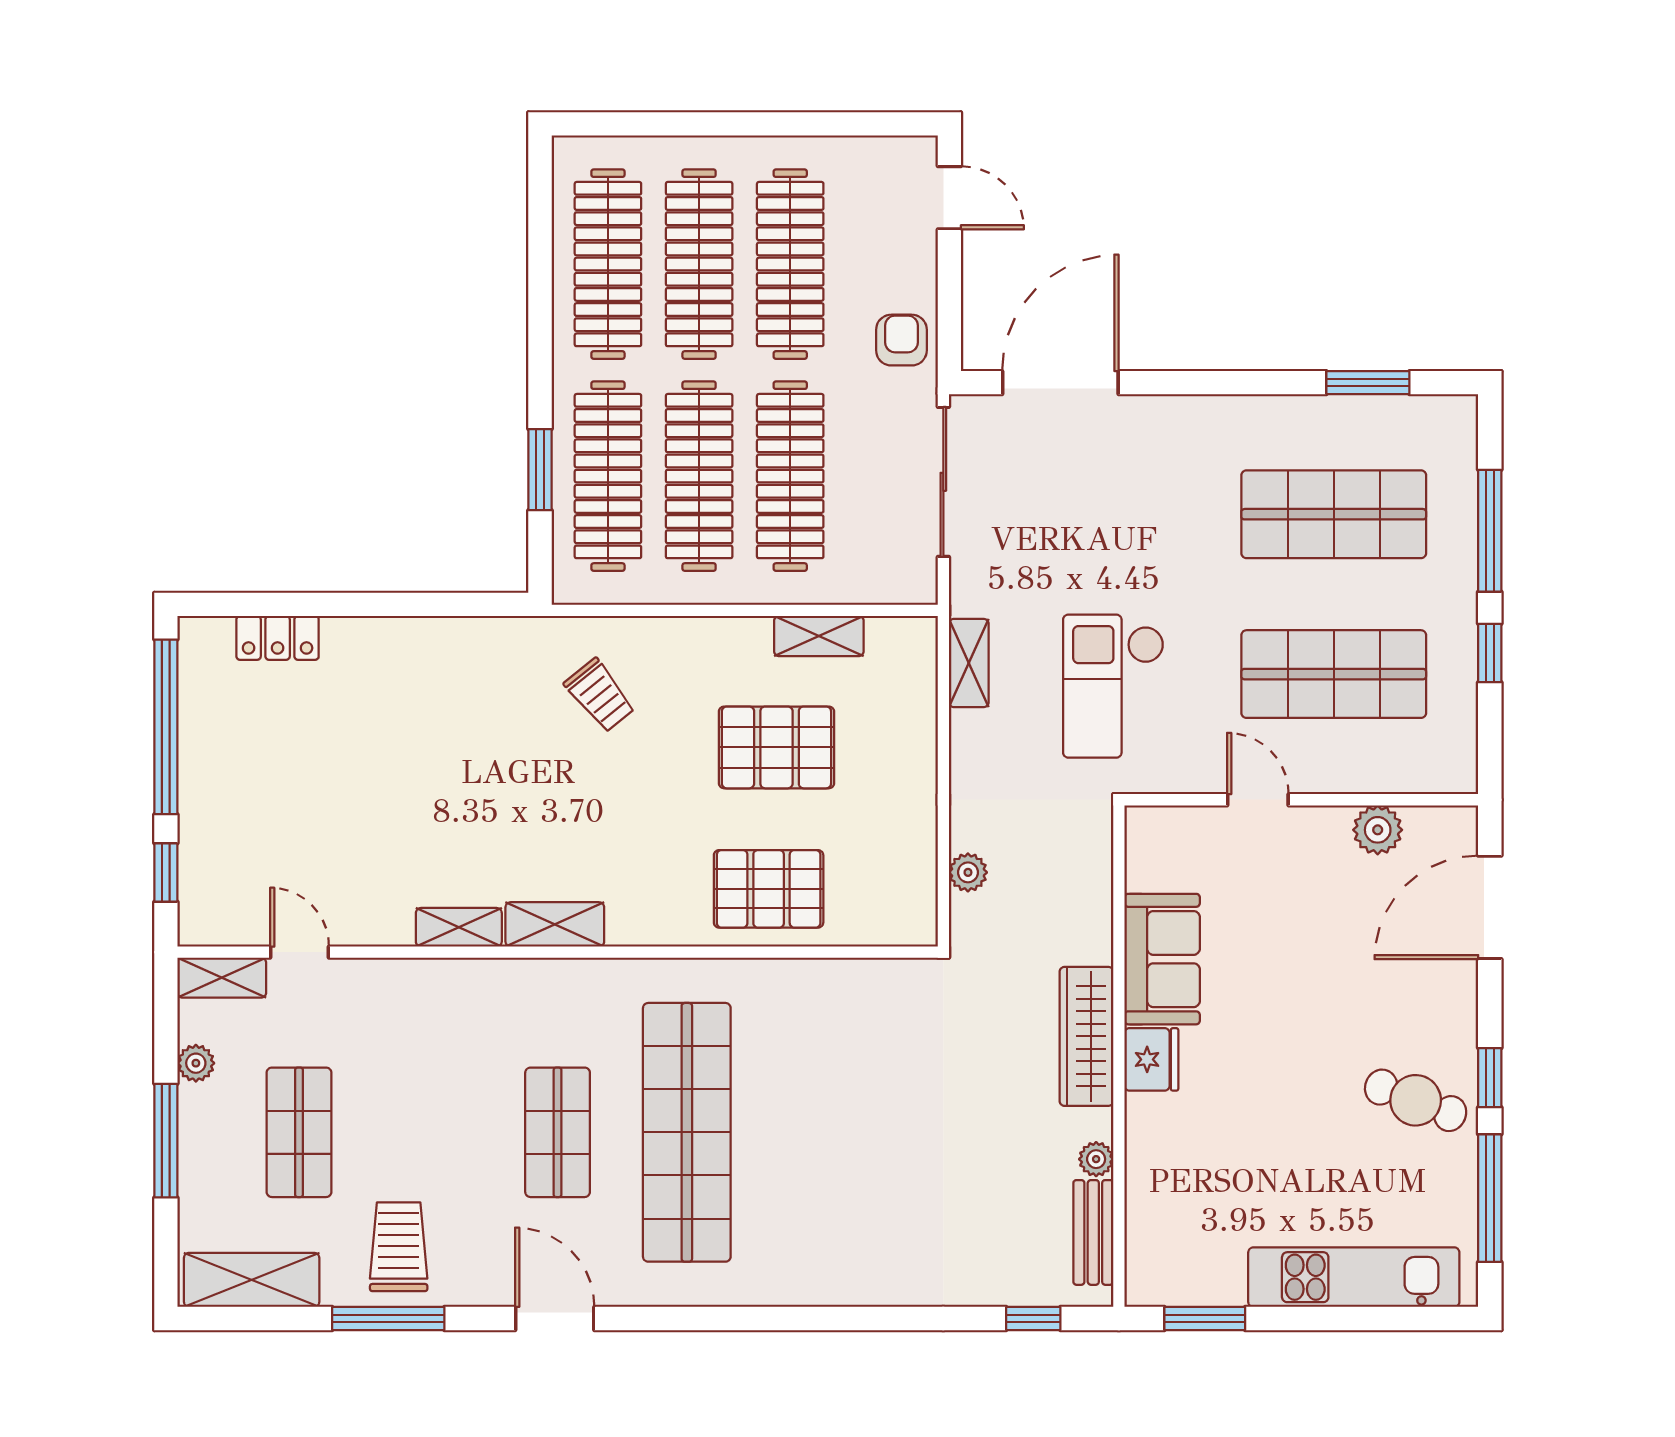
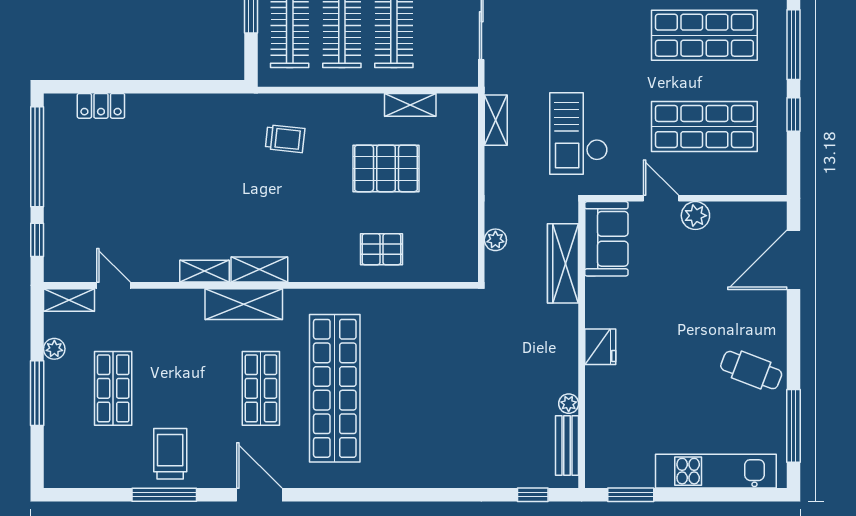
trolley: (600, 695) -> (285, 139), turned -45
plant: (1378, 830) -> (695, 216), moved
pallet: (769, 889) -> (381, 249), width x0.67, depth x0.71
sofa: (1162, 959) -> (606, 239), moved
wardrobe: (1086, 1036) -> (563, 263), moved
window: (1490, 1078) -> (794, 357), removed
shelving: (252, 1280) -> (244, 304), moved

